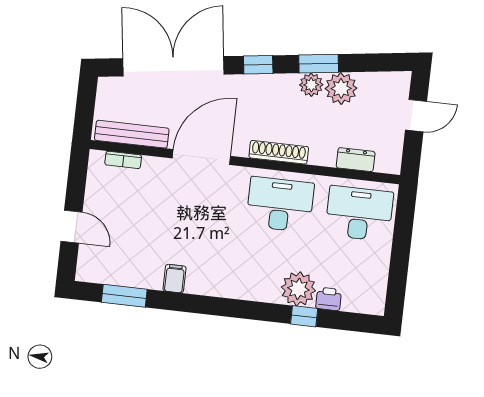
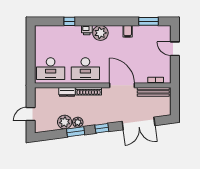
double door: (173, 66) -> (139, 123), width x0.73
door: (201, 157) -> (122, 85), swing flipped
dresser: (356, 160) -> (67, 92), moved
plant: (298, 289) -> (100, 33), moved
printer: (329, 299) -> (87, 30), moved

